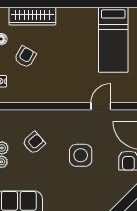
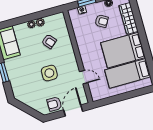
bed: (77, 37) -> (123, 50), added

